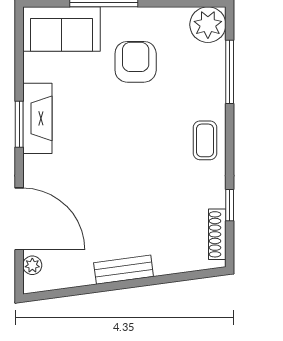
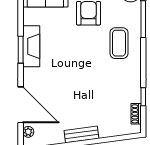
coffee table: (205, 140) -> (119, 43), moved, width x1.36, depth x1.30
shoe rack: (217, 234) -> (136, 114), width x0.70

